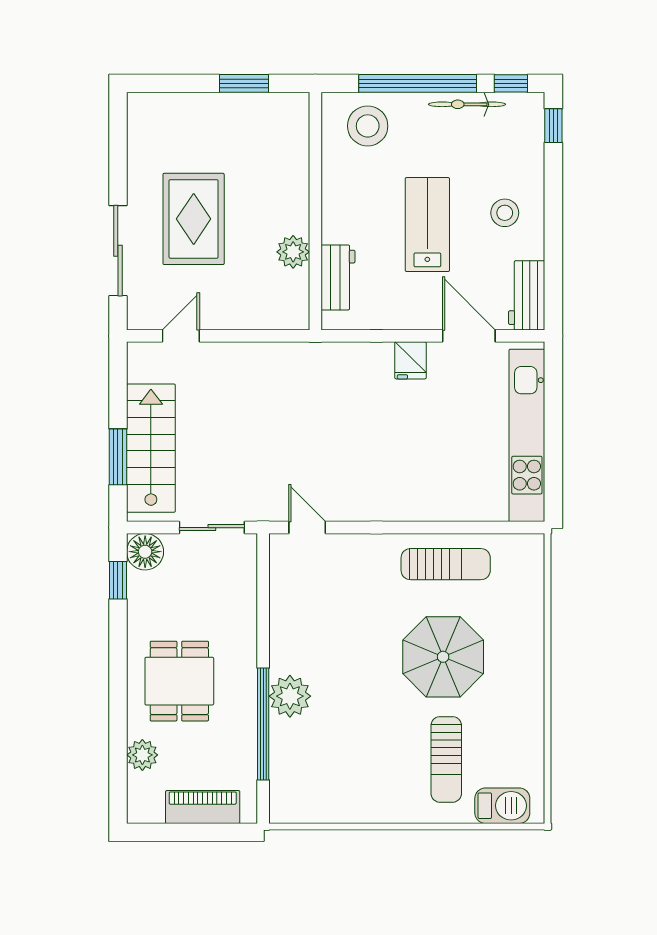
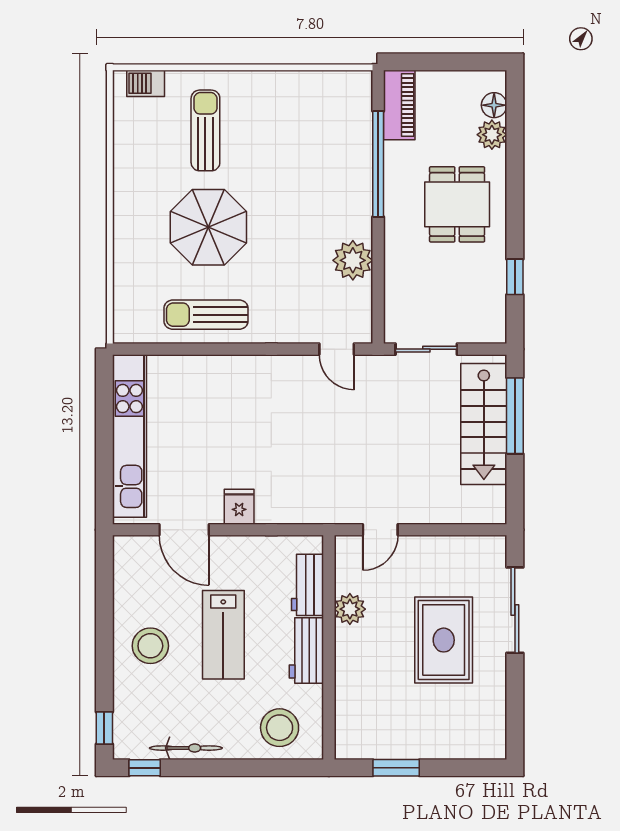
window: (418, 83) -> (232, 768), removed
stool: (505, 213) -> (150, 646), width x1.38, depth x1.38
workbench: (527, 295) -> (306, 651), moved, turned 180
door: (181, 336) -> (380, 530), moved
window: (118, 457) -> (515, 416), width x1.44
floor lamp: (145, 552) -> (494, 105), moved, width x0.73, depth x0.73
window: (118, 580) -> (515, 277), moved
plant: (290, 696) -> (353, 260), moved
barbecue: (502, 806) -> (146, 83), width x0.73, depth x0.79
piano: (203, 807) -> (399, 105), moved, turned -90

